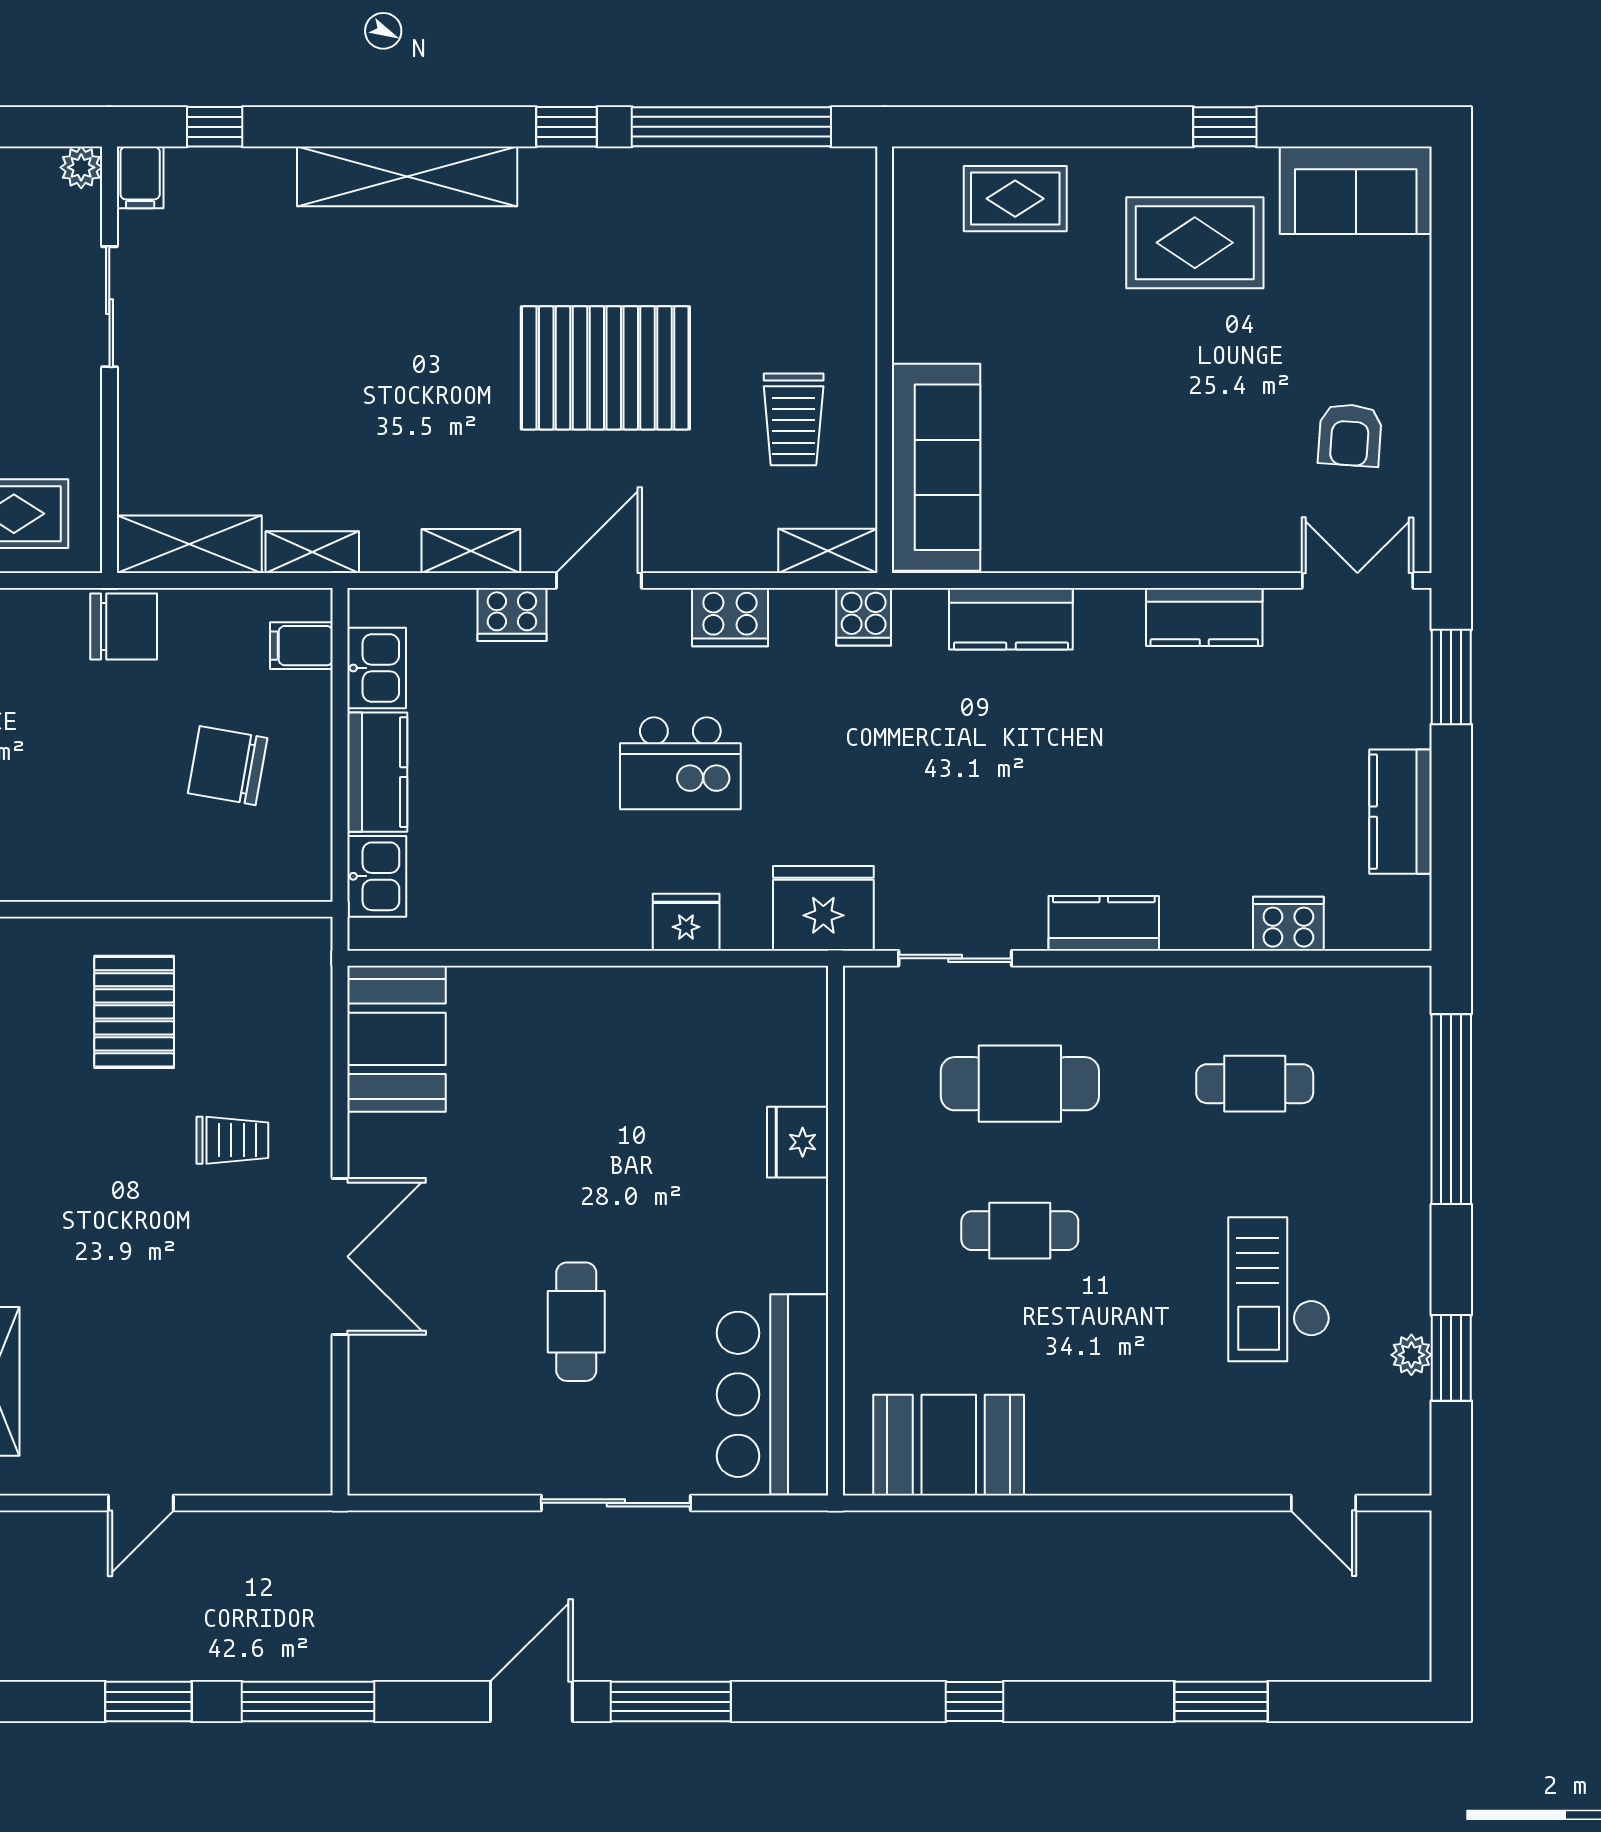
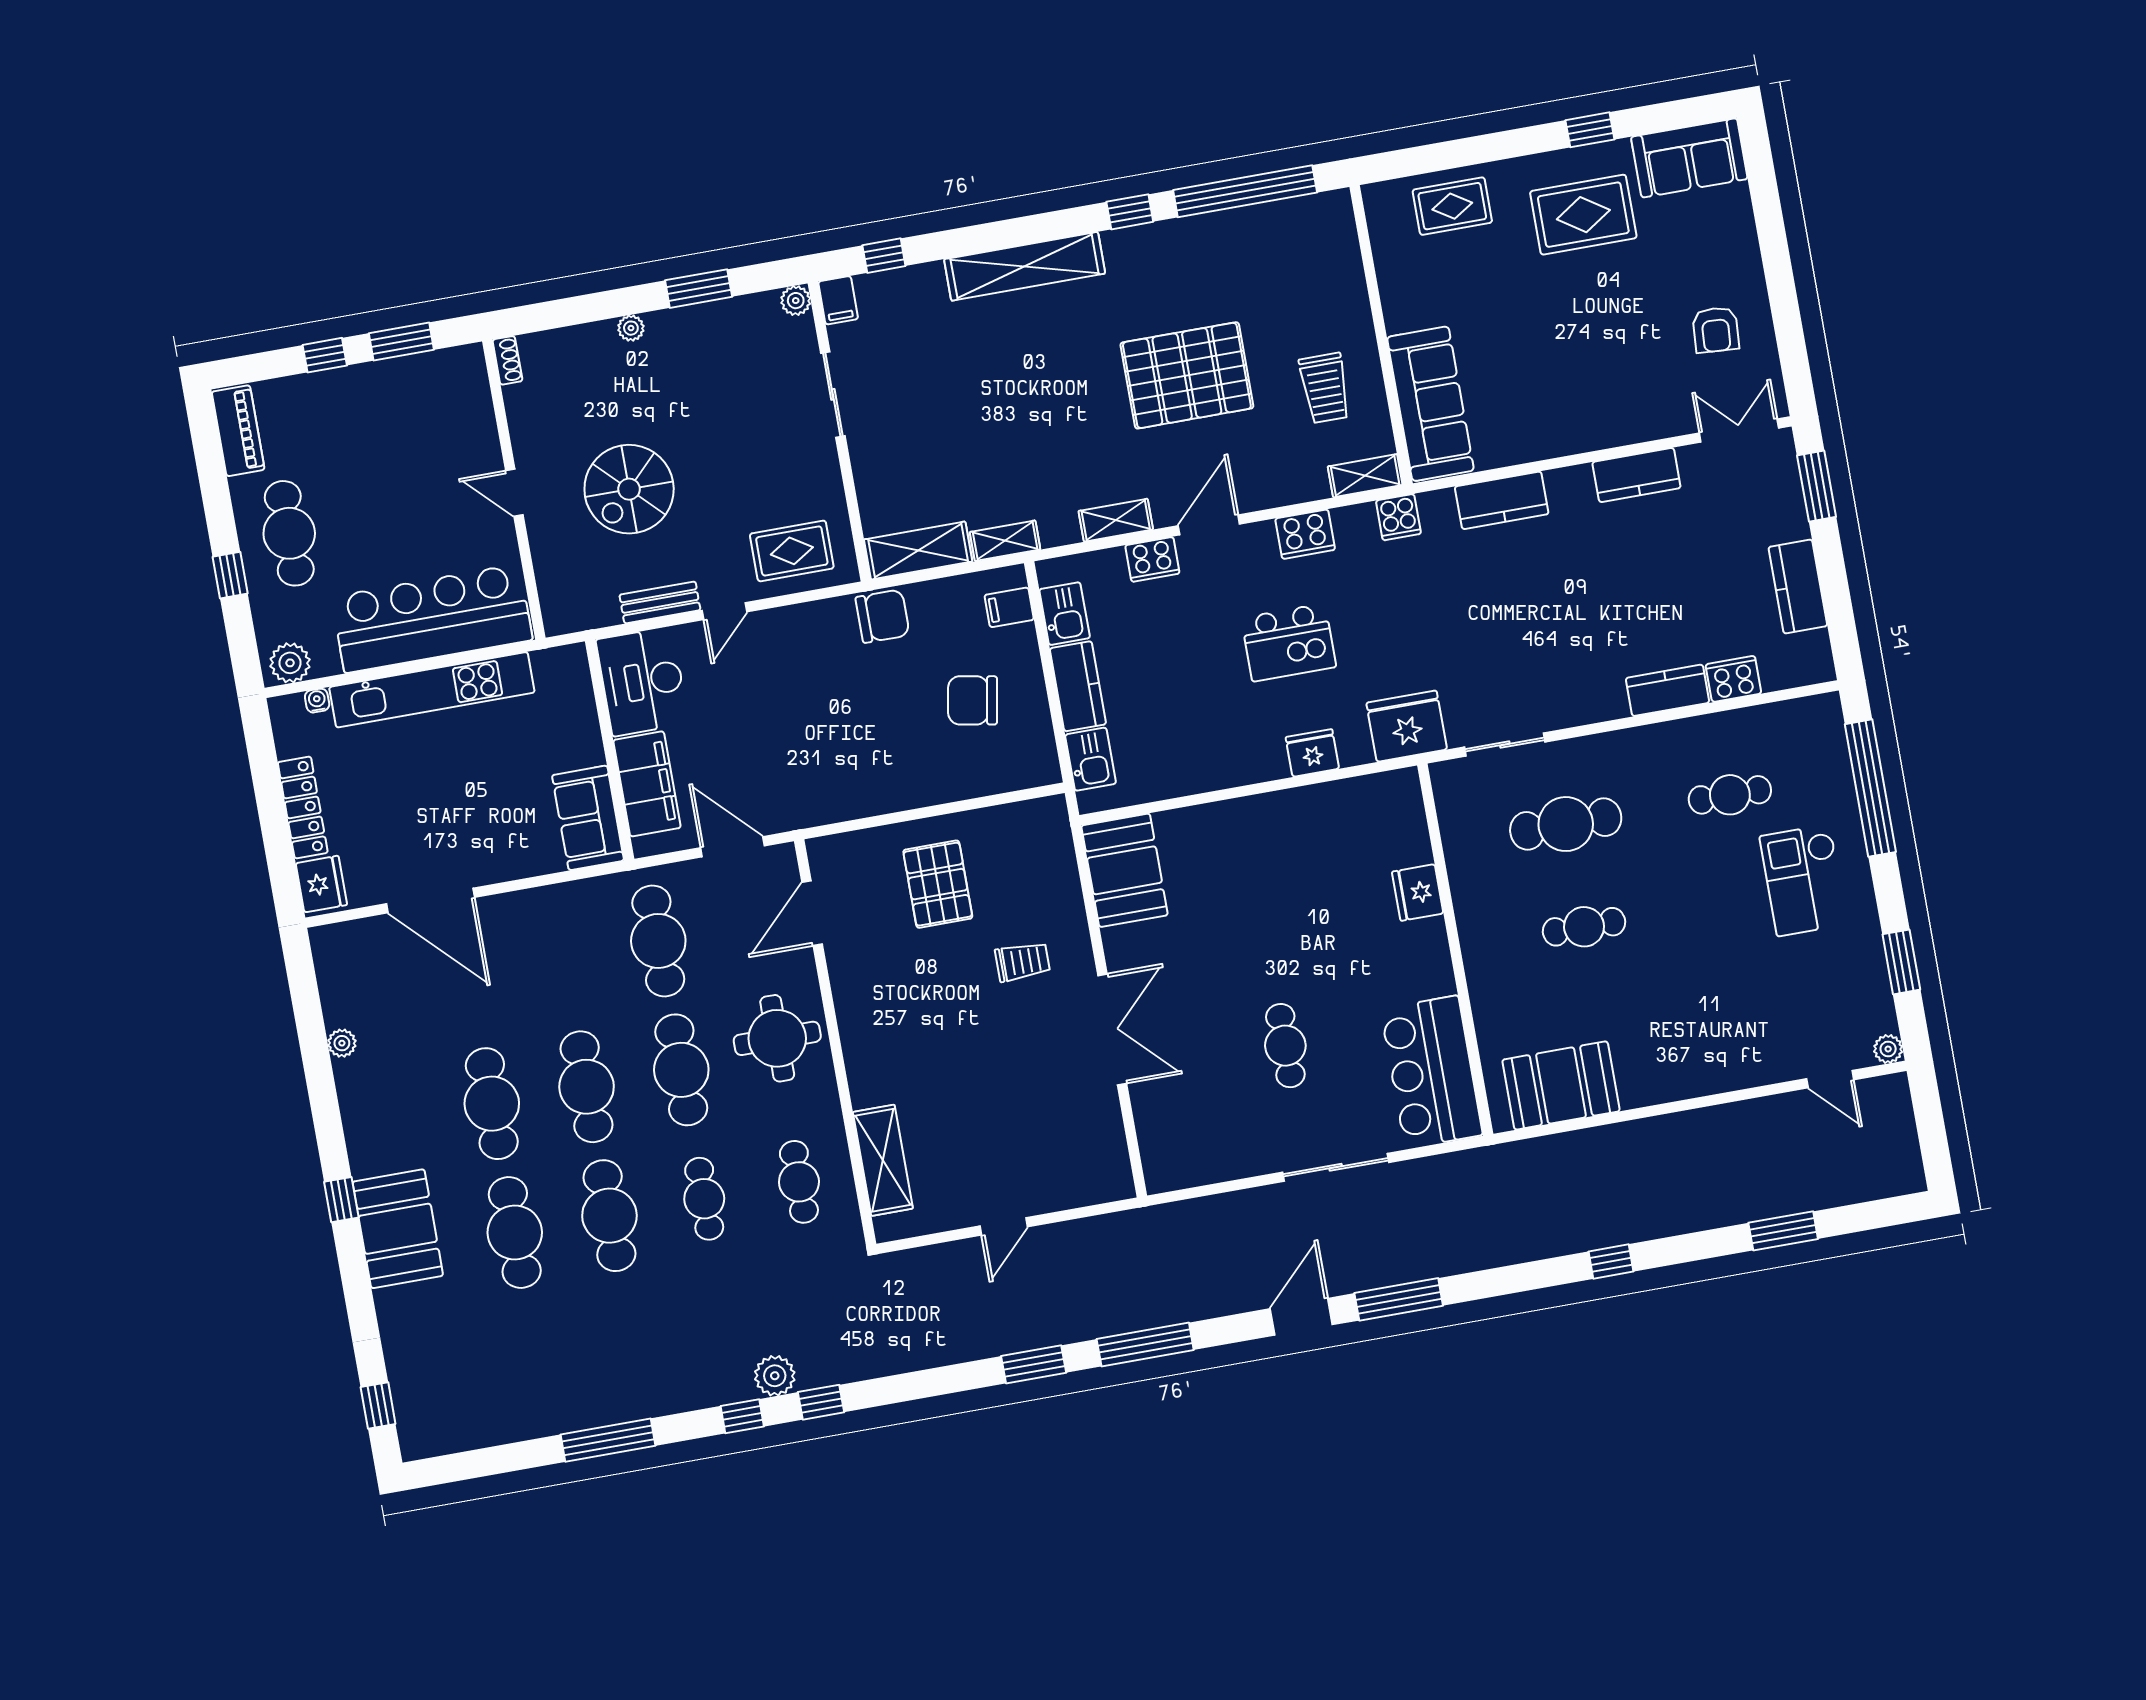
kitchen counter: (1104, 923) -> (1668, 690), moved
checkout: (1279, 1289) -> (1804, 880), moved
plant: (1411, 1355) -> (1888, 1049), moved

